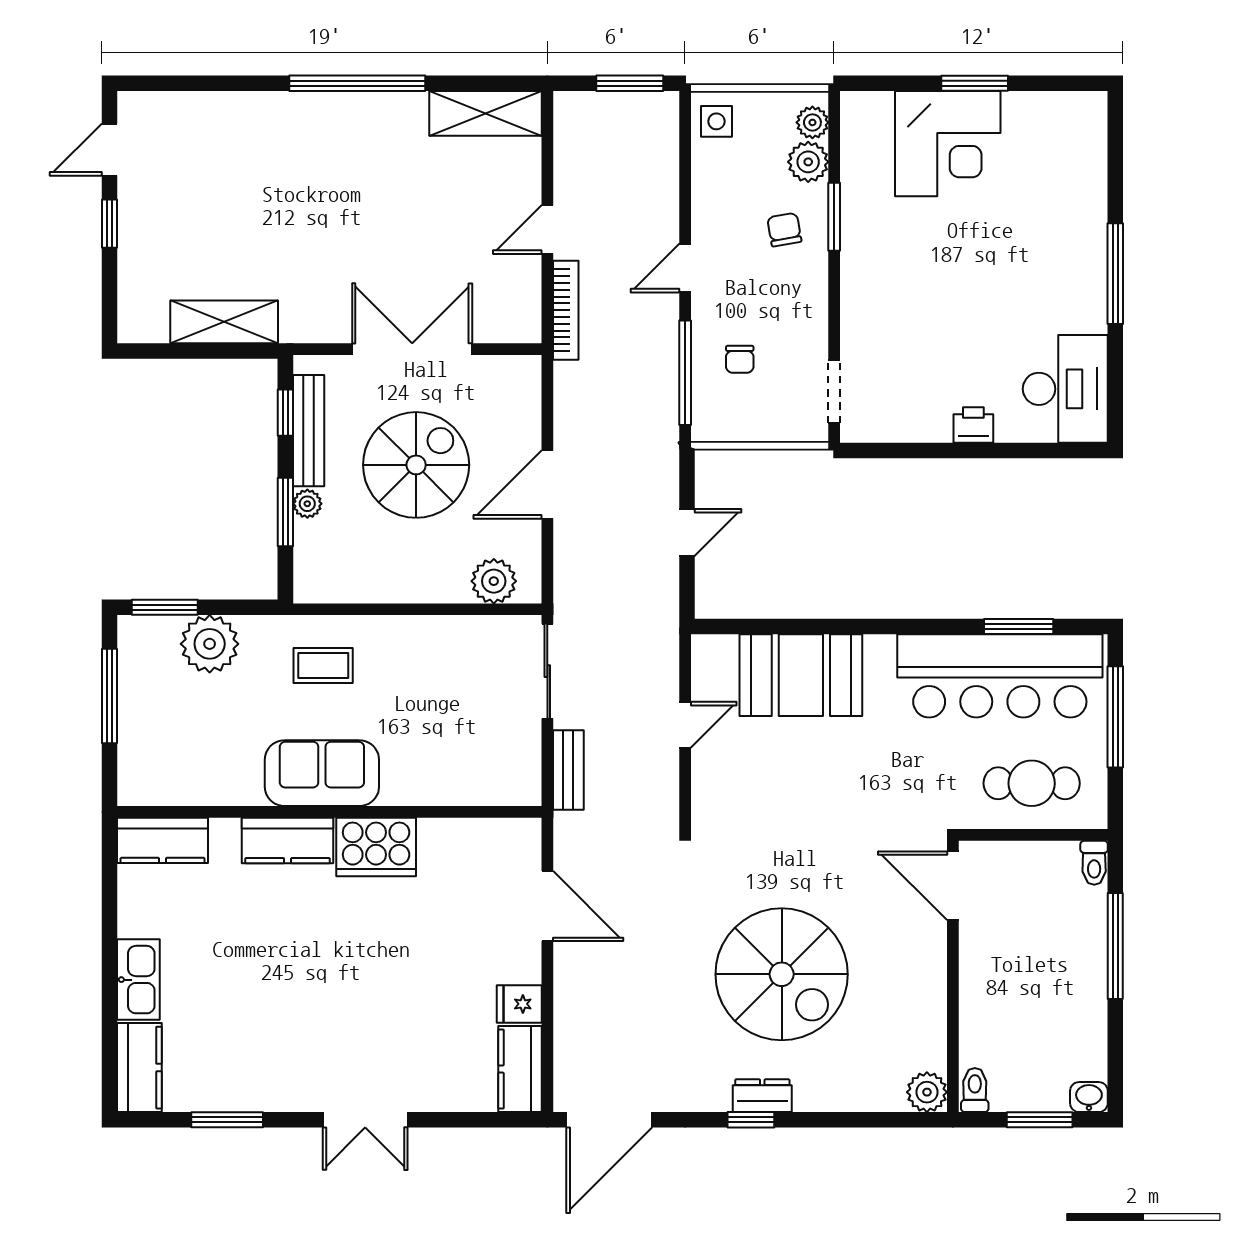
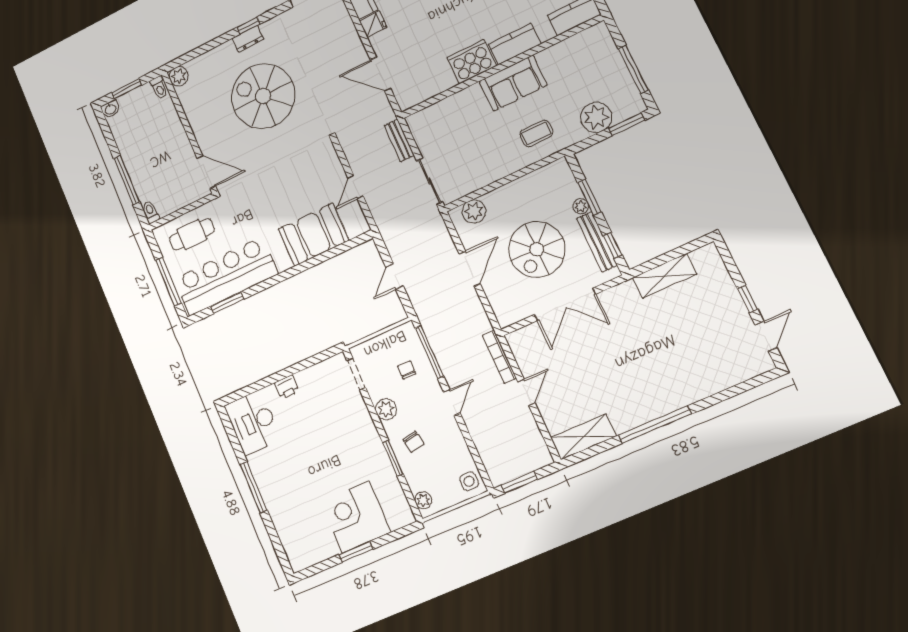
plant: (808, 162) -> (386, 409), moved

